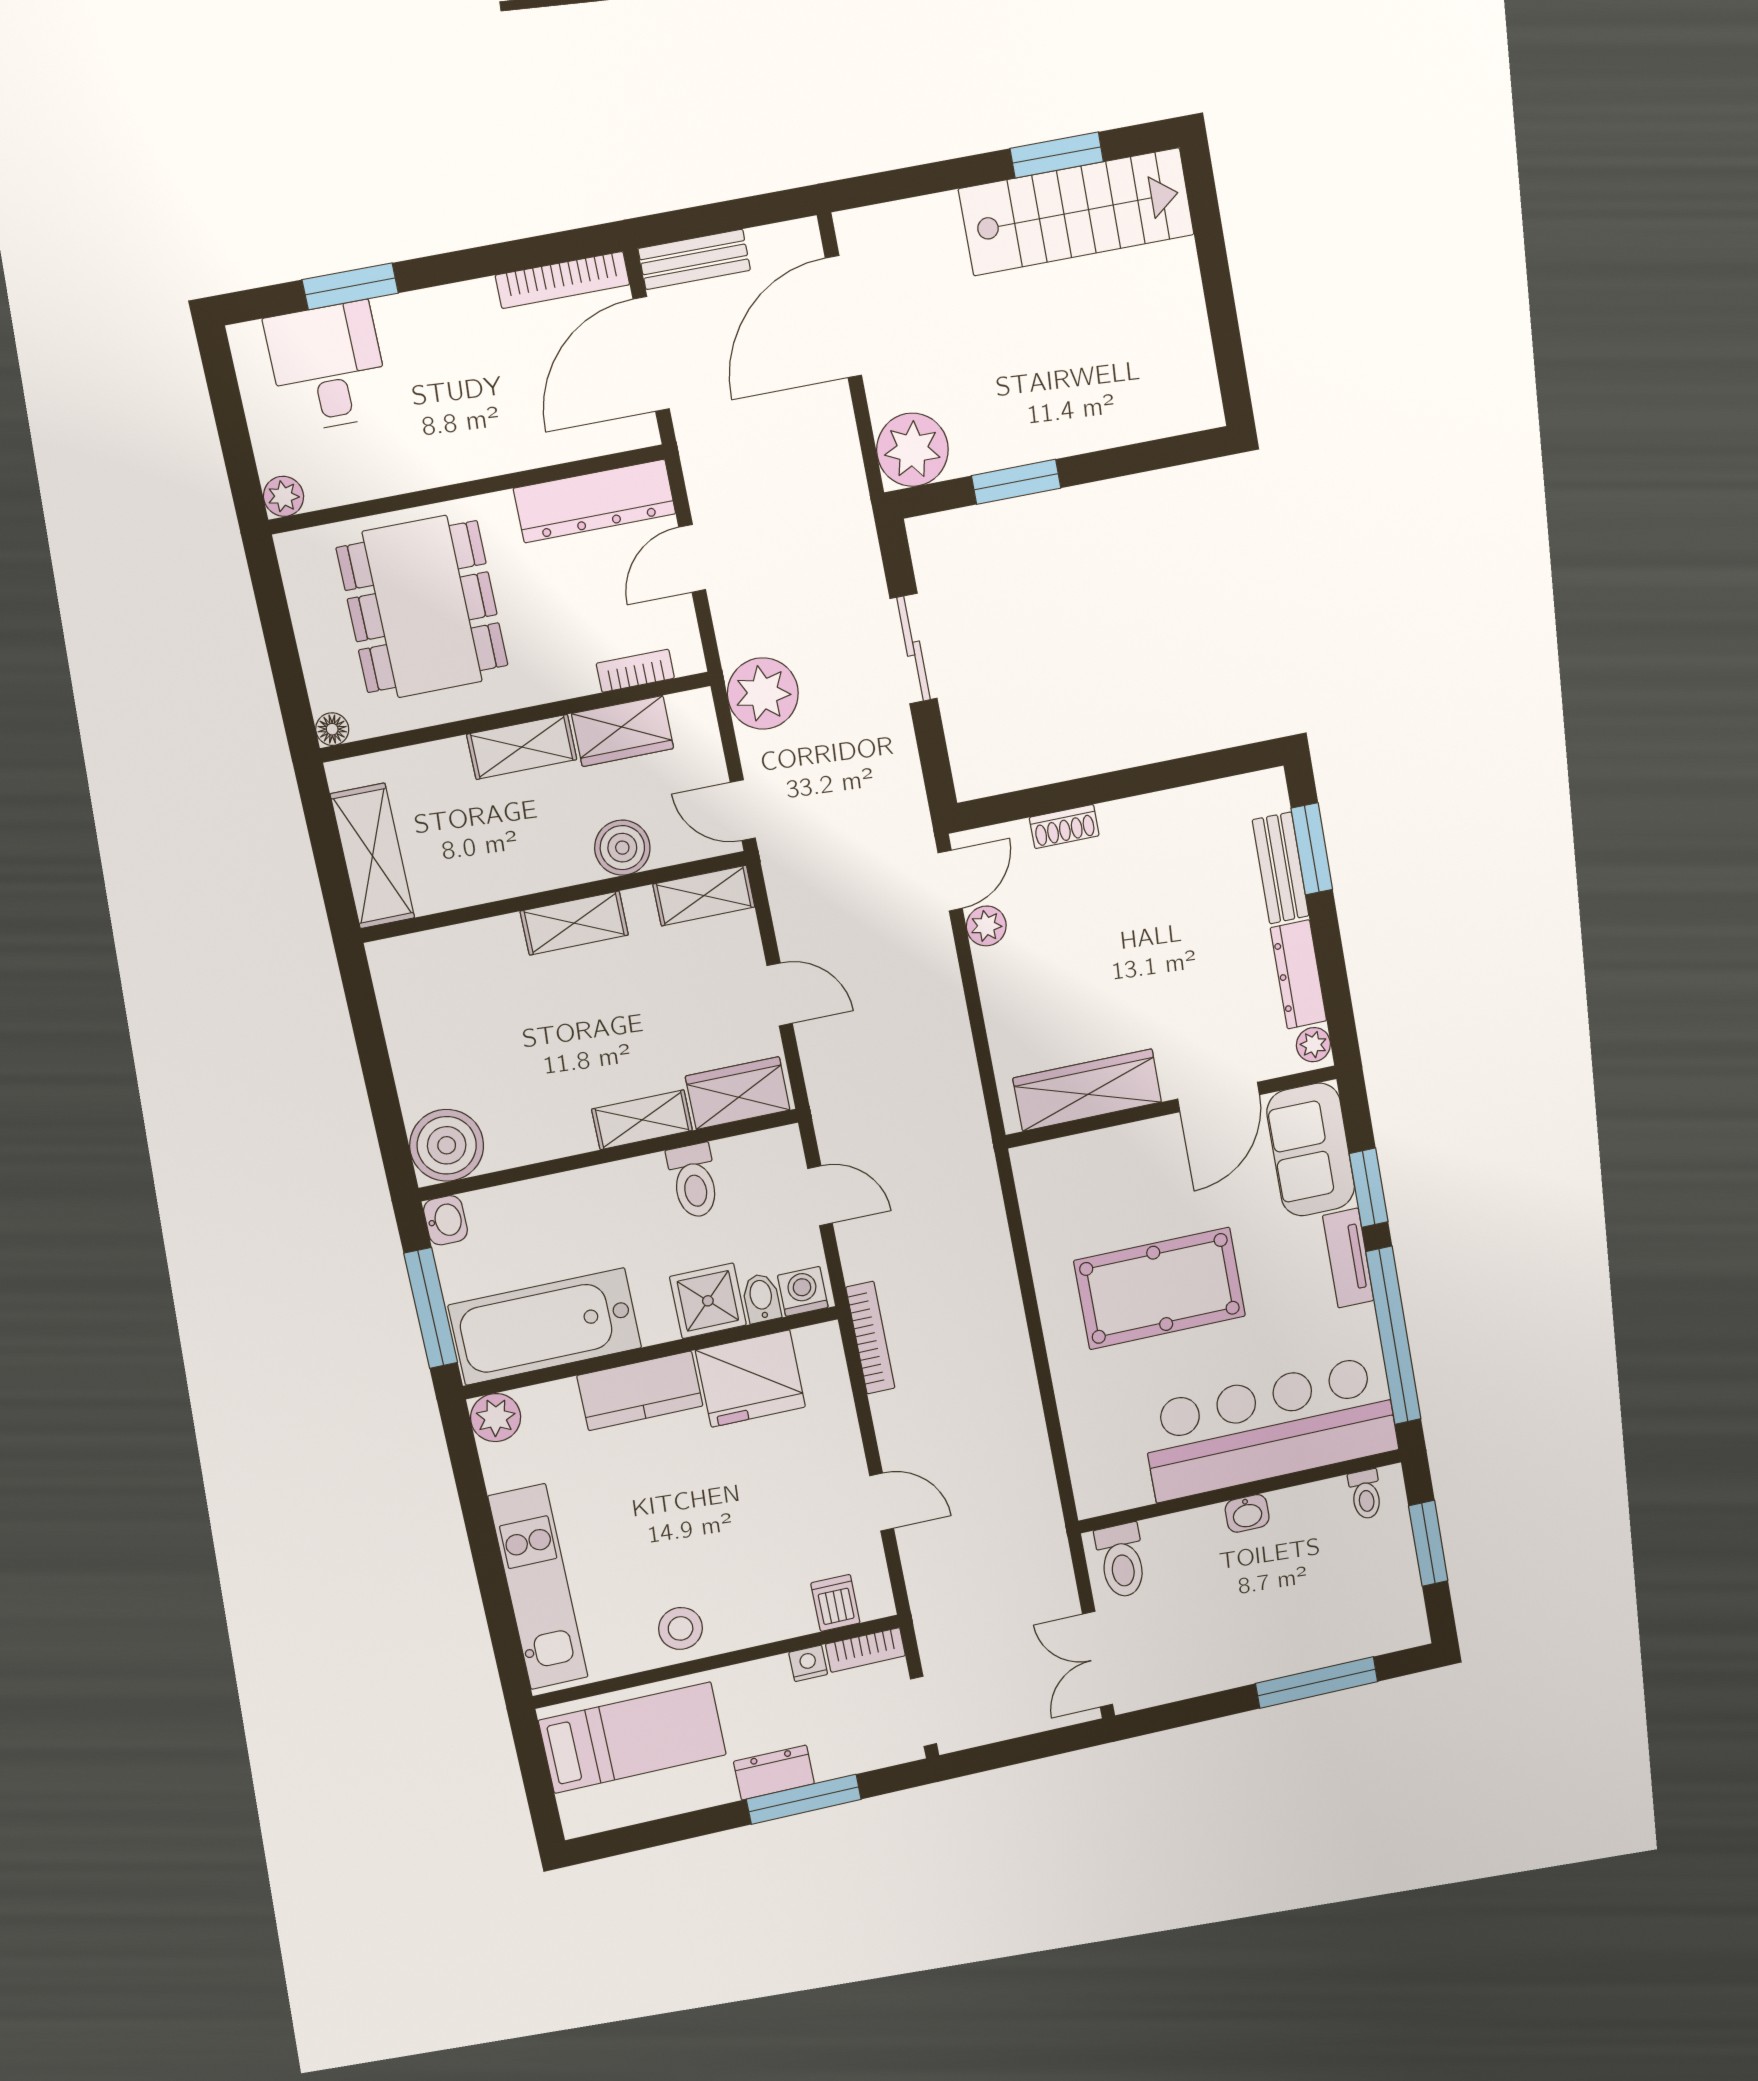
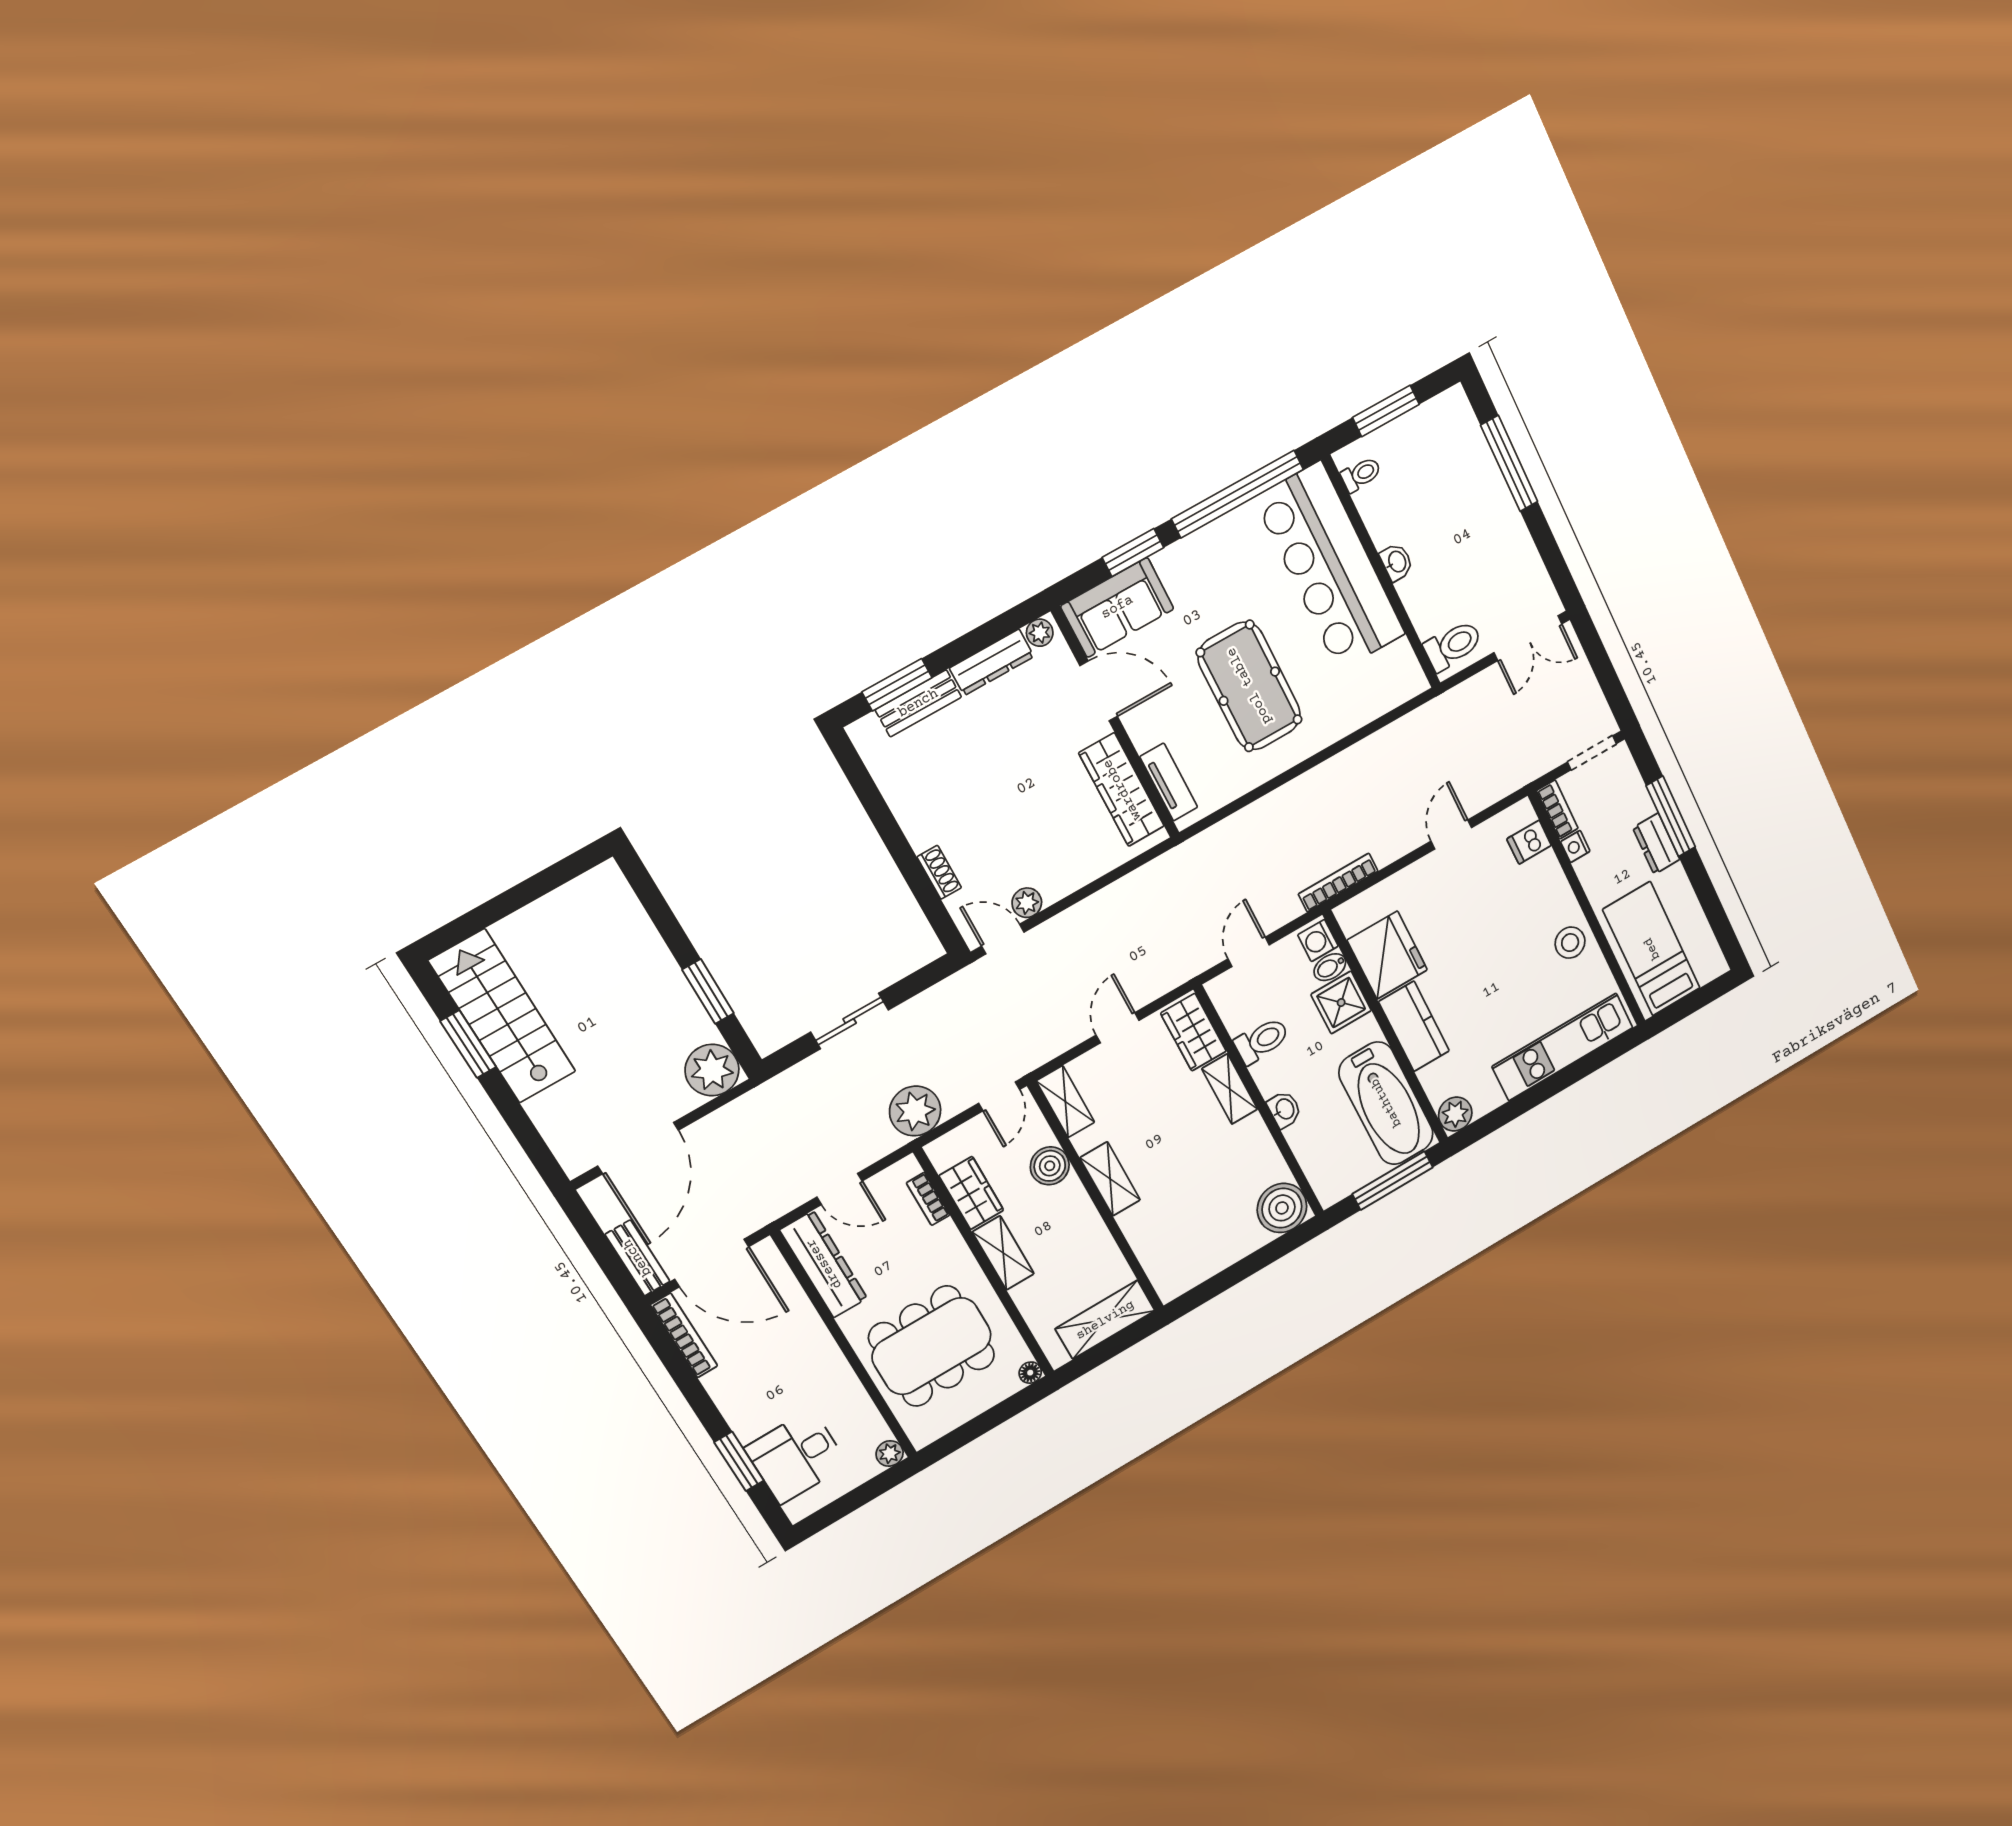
door: (843, 317) -> (638, 1148), hinge flipped
washbasin: (445, 1220) -> (1284, 1109), moved, turned 90
tv unit: (1348, 1258) -> (1169, 782), moved, turned -90

